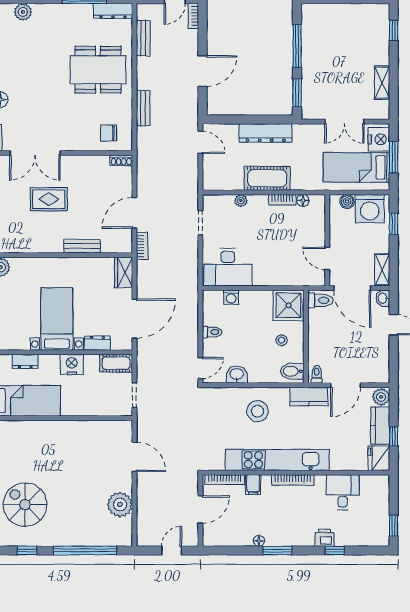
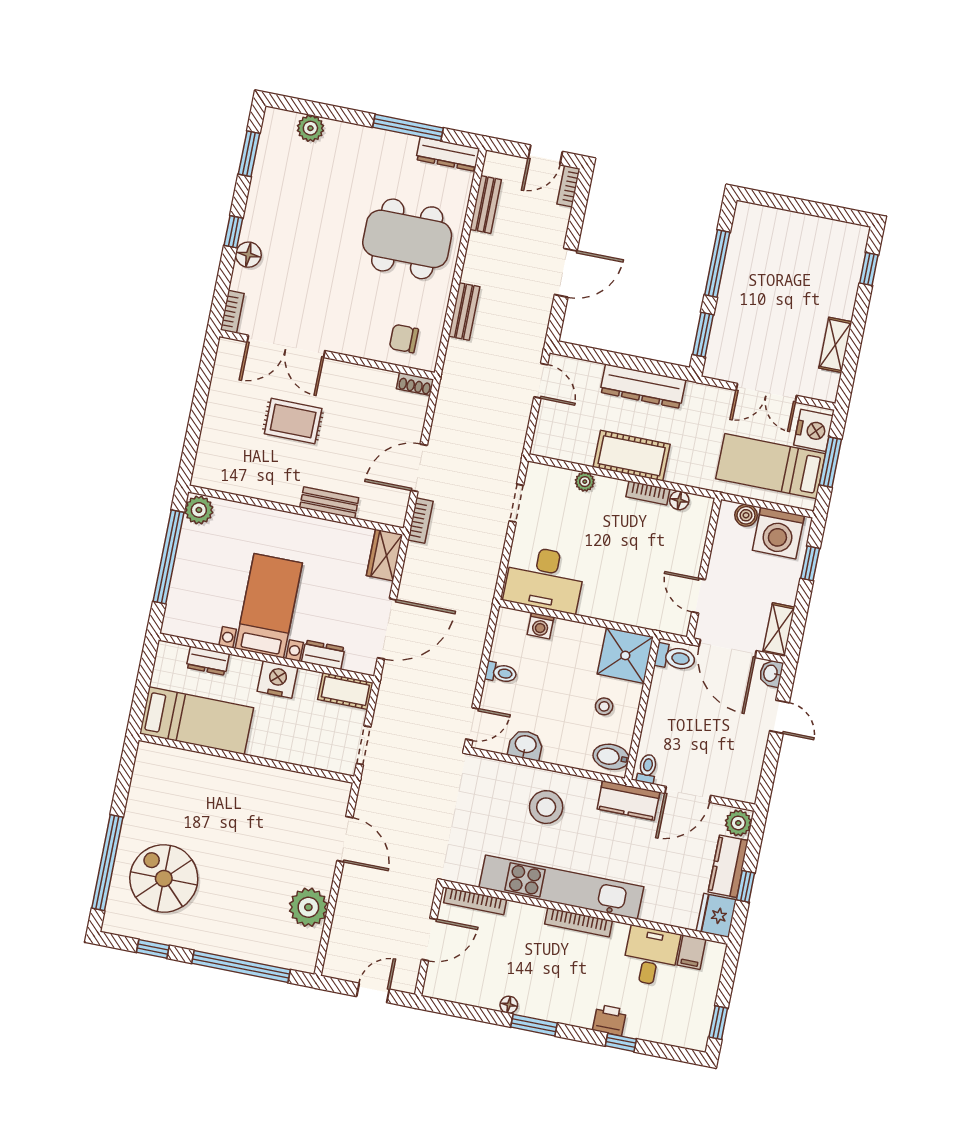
filing cabinet: (253, 484) -> (692, 952), moved

